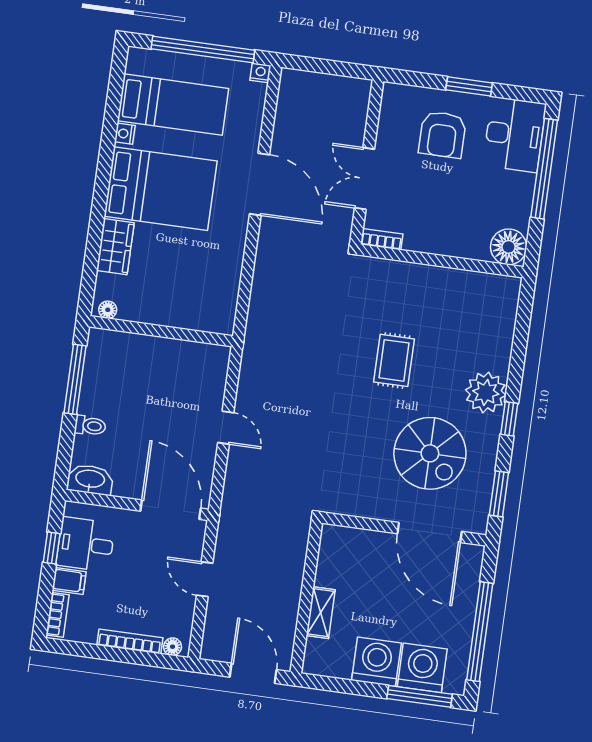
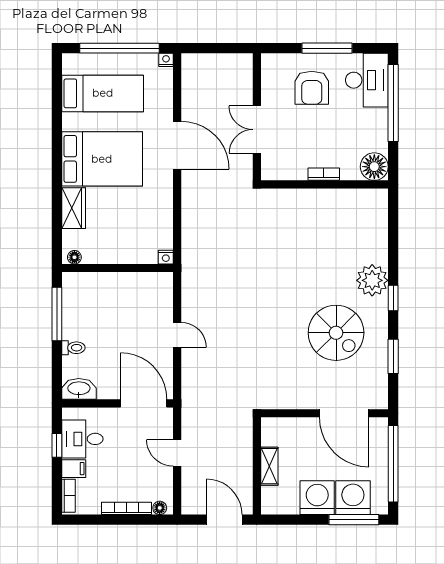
window: (469, 86) -> (327, 48), width x1.44
nightstand: (125, 134) -> (166, 257), moved, turned -90
bookcase: (382, 239) -> (324, 174), moved
rug: (394, 360) -> (299, 266), removed
wall: (404, 529) -> (324, 413), moved
door: (430, 533) -> (344, 413), moved

